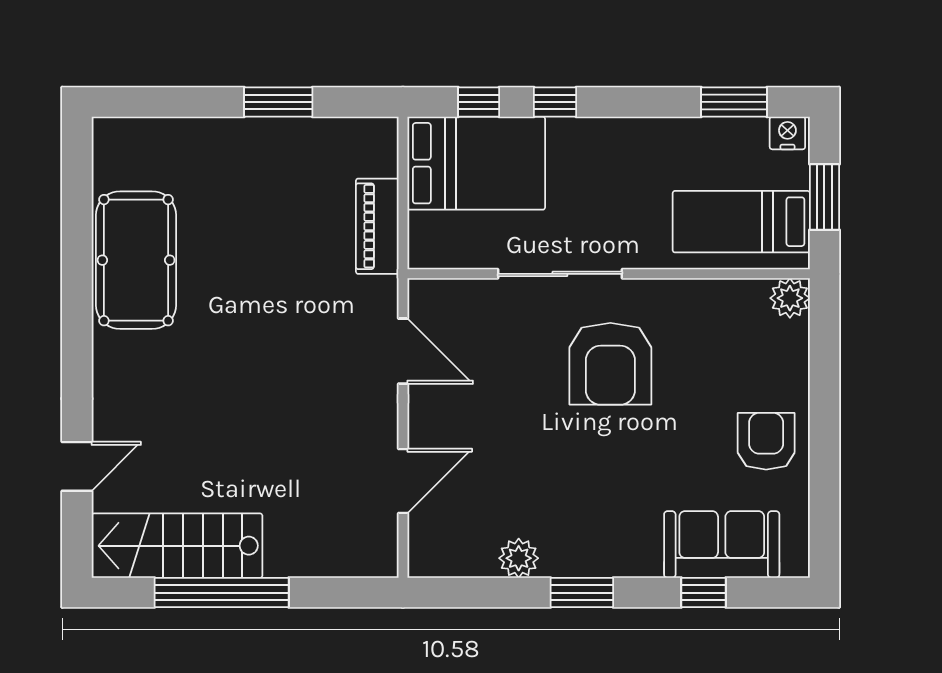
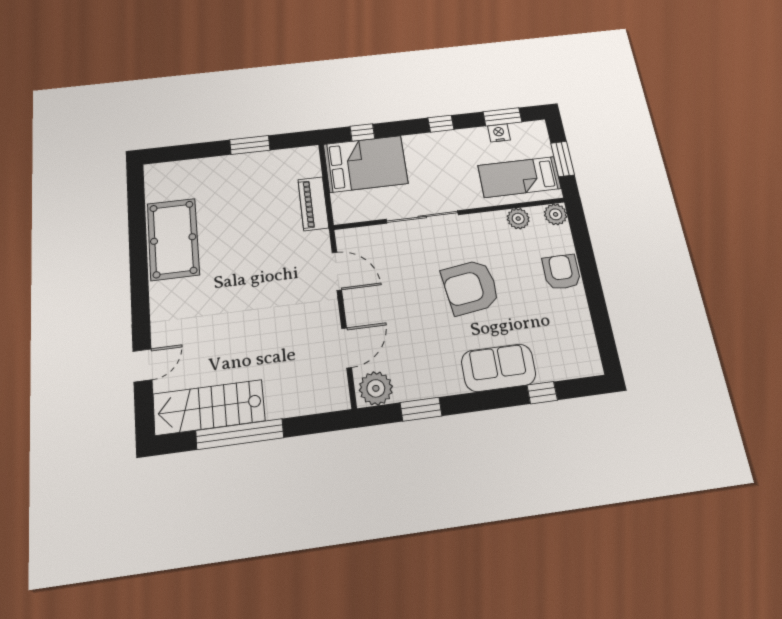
window: (555, 102) -> (441, 124), moved
nightstand: (787, 133) -> (499, 133), moved
plant: (724, 298) -> (518, 219), added
armchair: (610, 364) -> (470, 287), moved, turned 82
armchair: (766, 441) -> (562, 272), moved
sofa: (722, 544) -> (499, 368), moved
plant: (519, 558) -> (376, 388), moved, width x1.36, depth x1.36
window: (582, 593) -> (421, 409), moved

